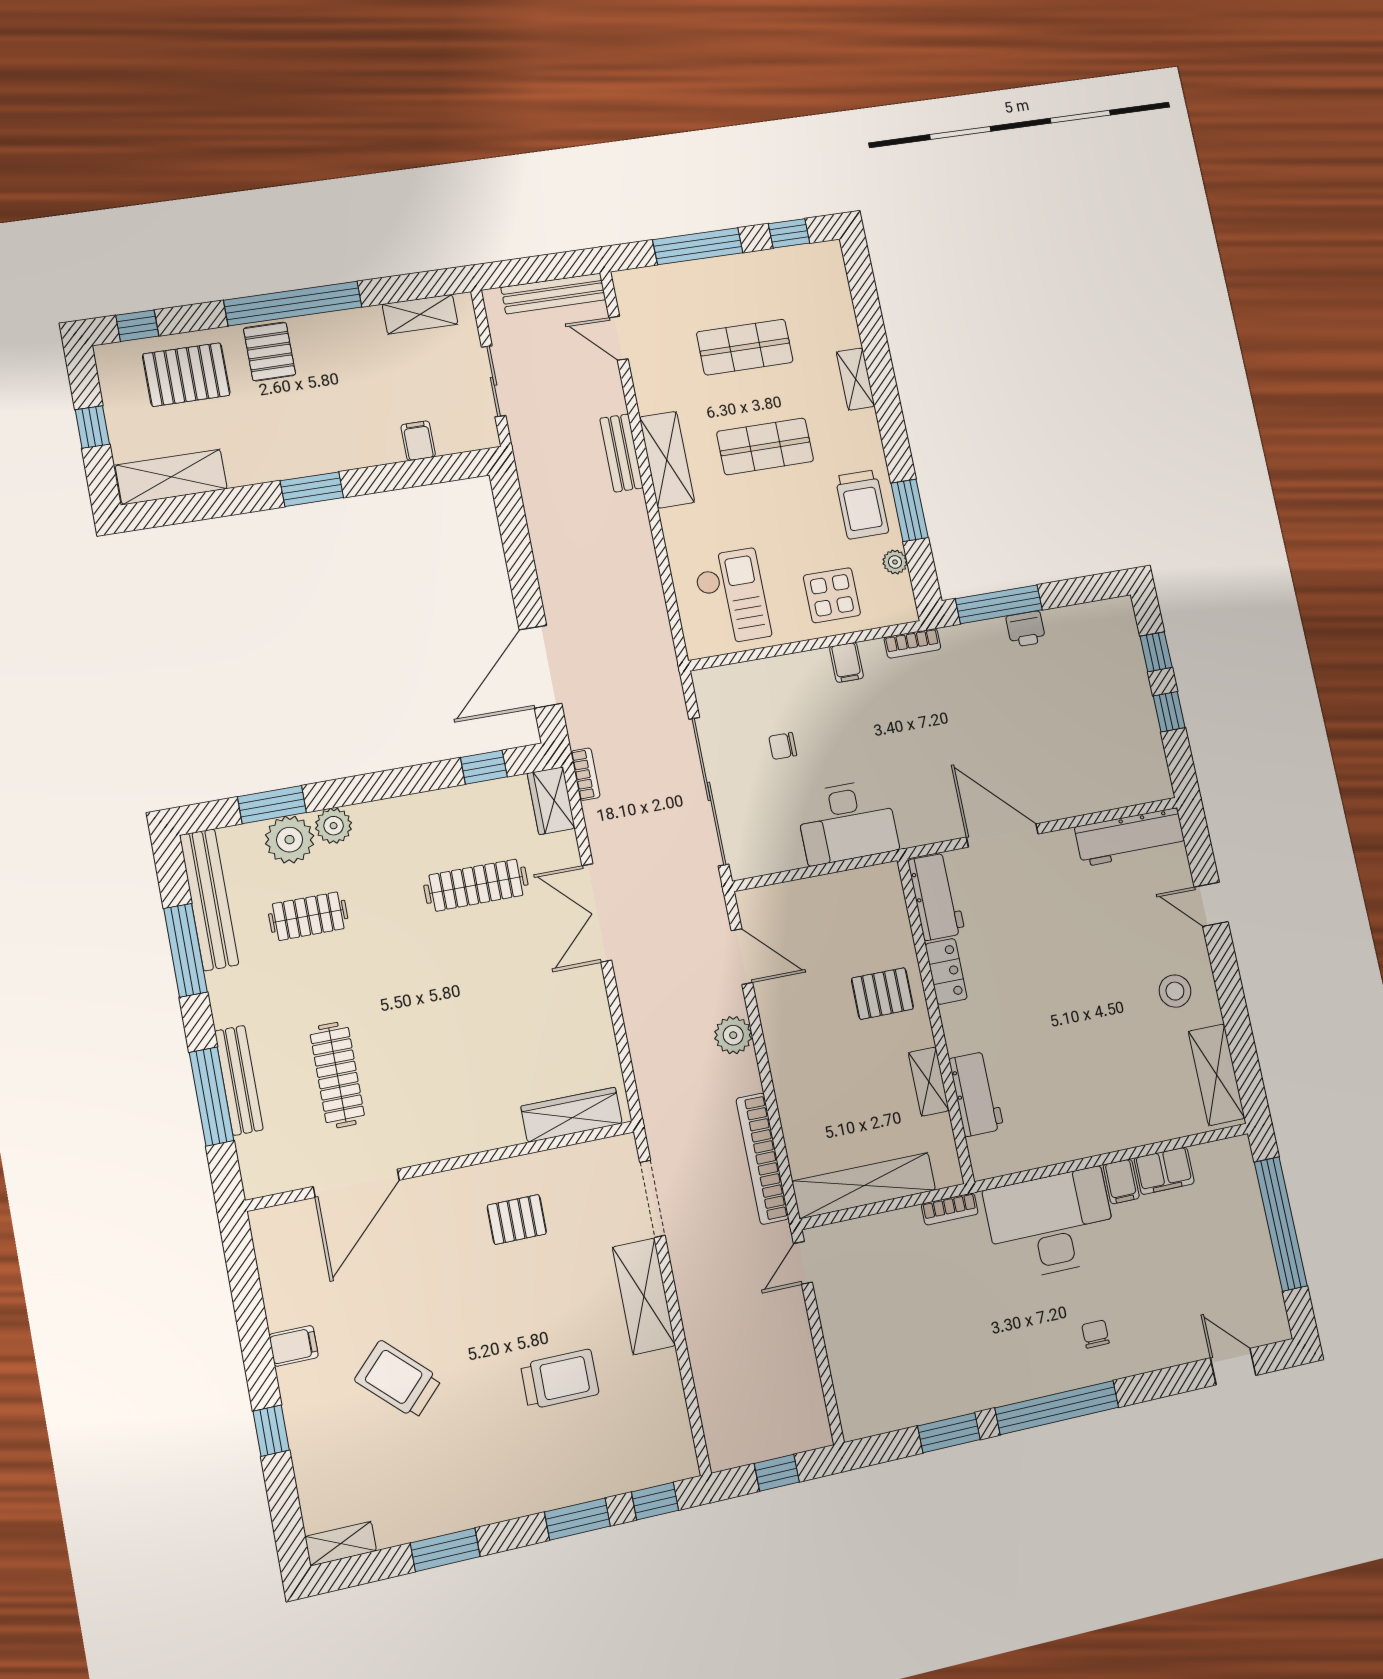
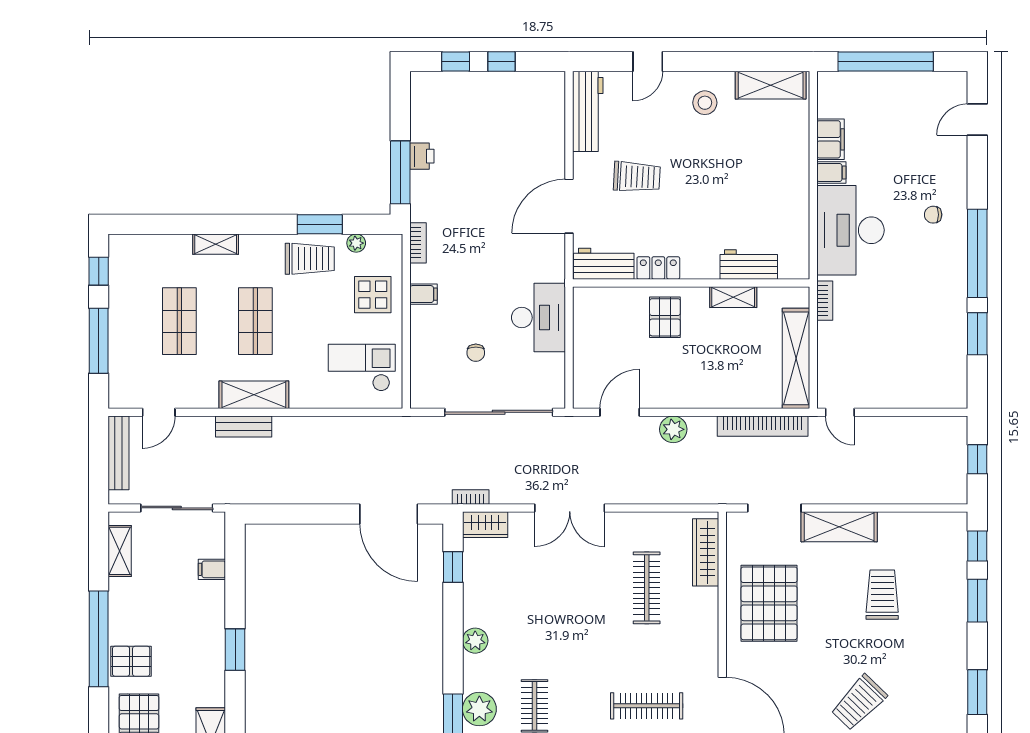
sliding door: (494, 381) -> (177, 508), width x1.37
plant: (334, 826) -> (475, 641), moved
clothes rail: (476, 885) -> (647, 588), moved
trolley: (1060, 919) -> (637, 177), added
pallet: (517, 1219) -> (769, 603), width x2.05, depth x2.00

